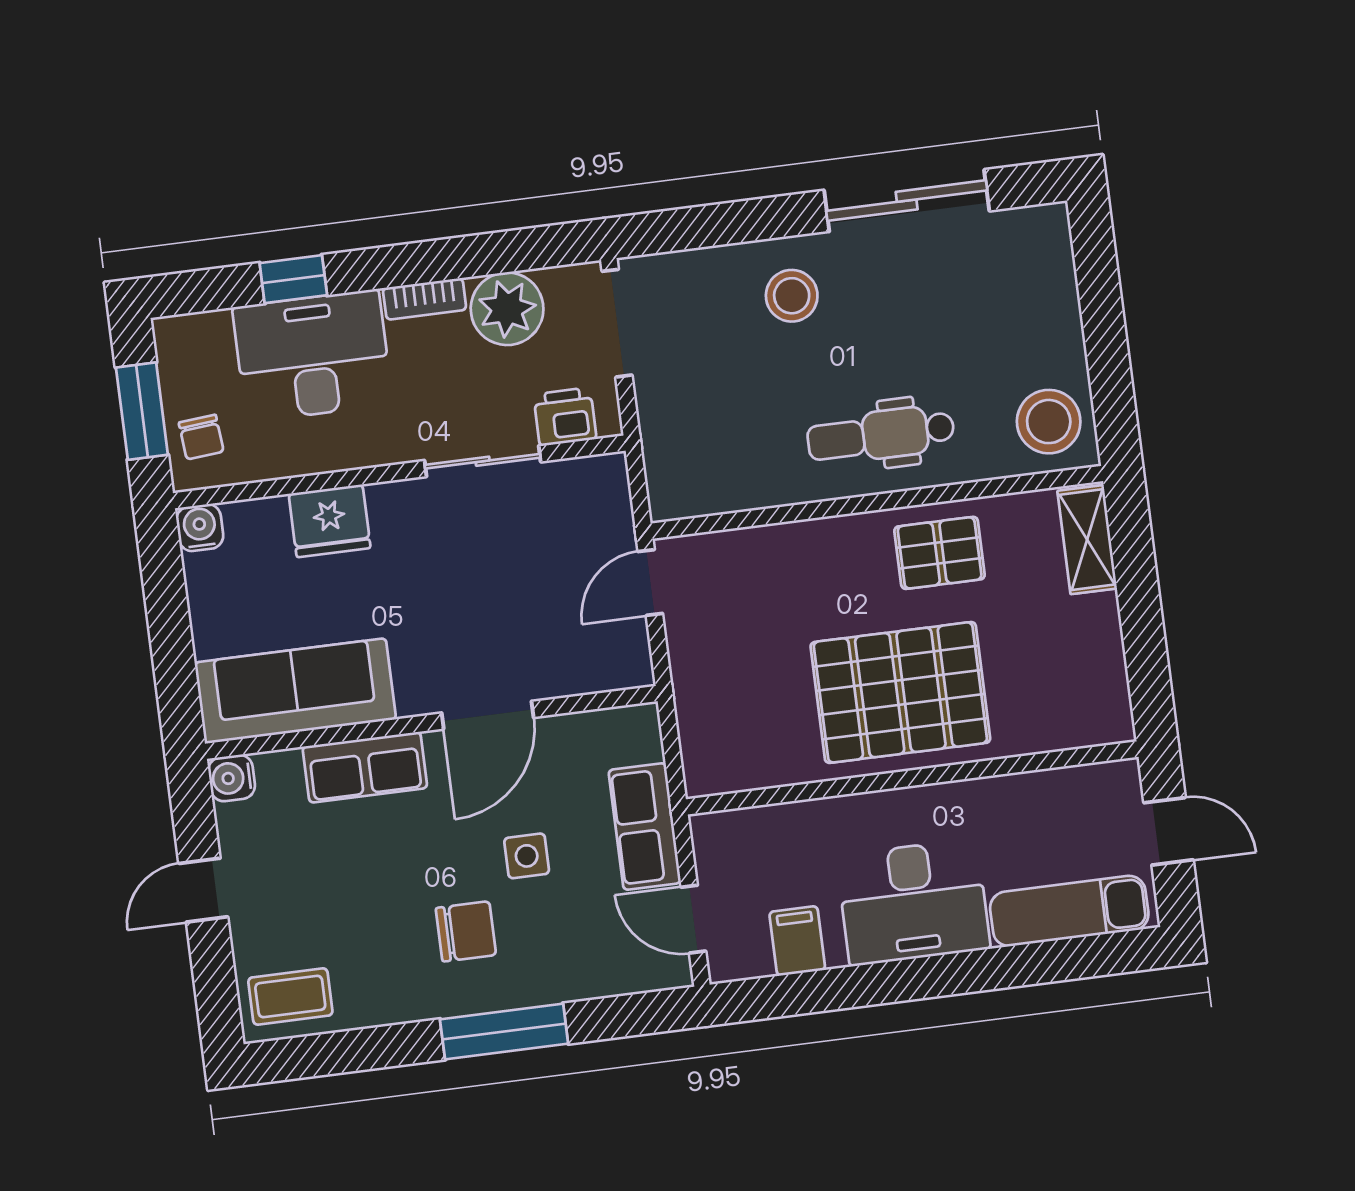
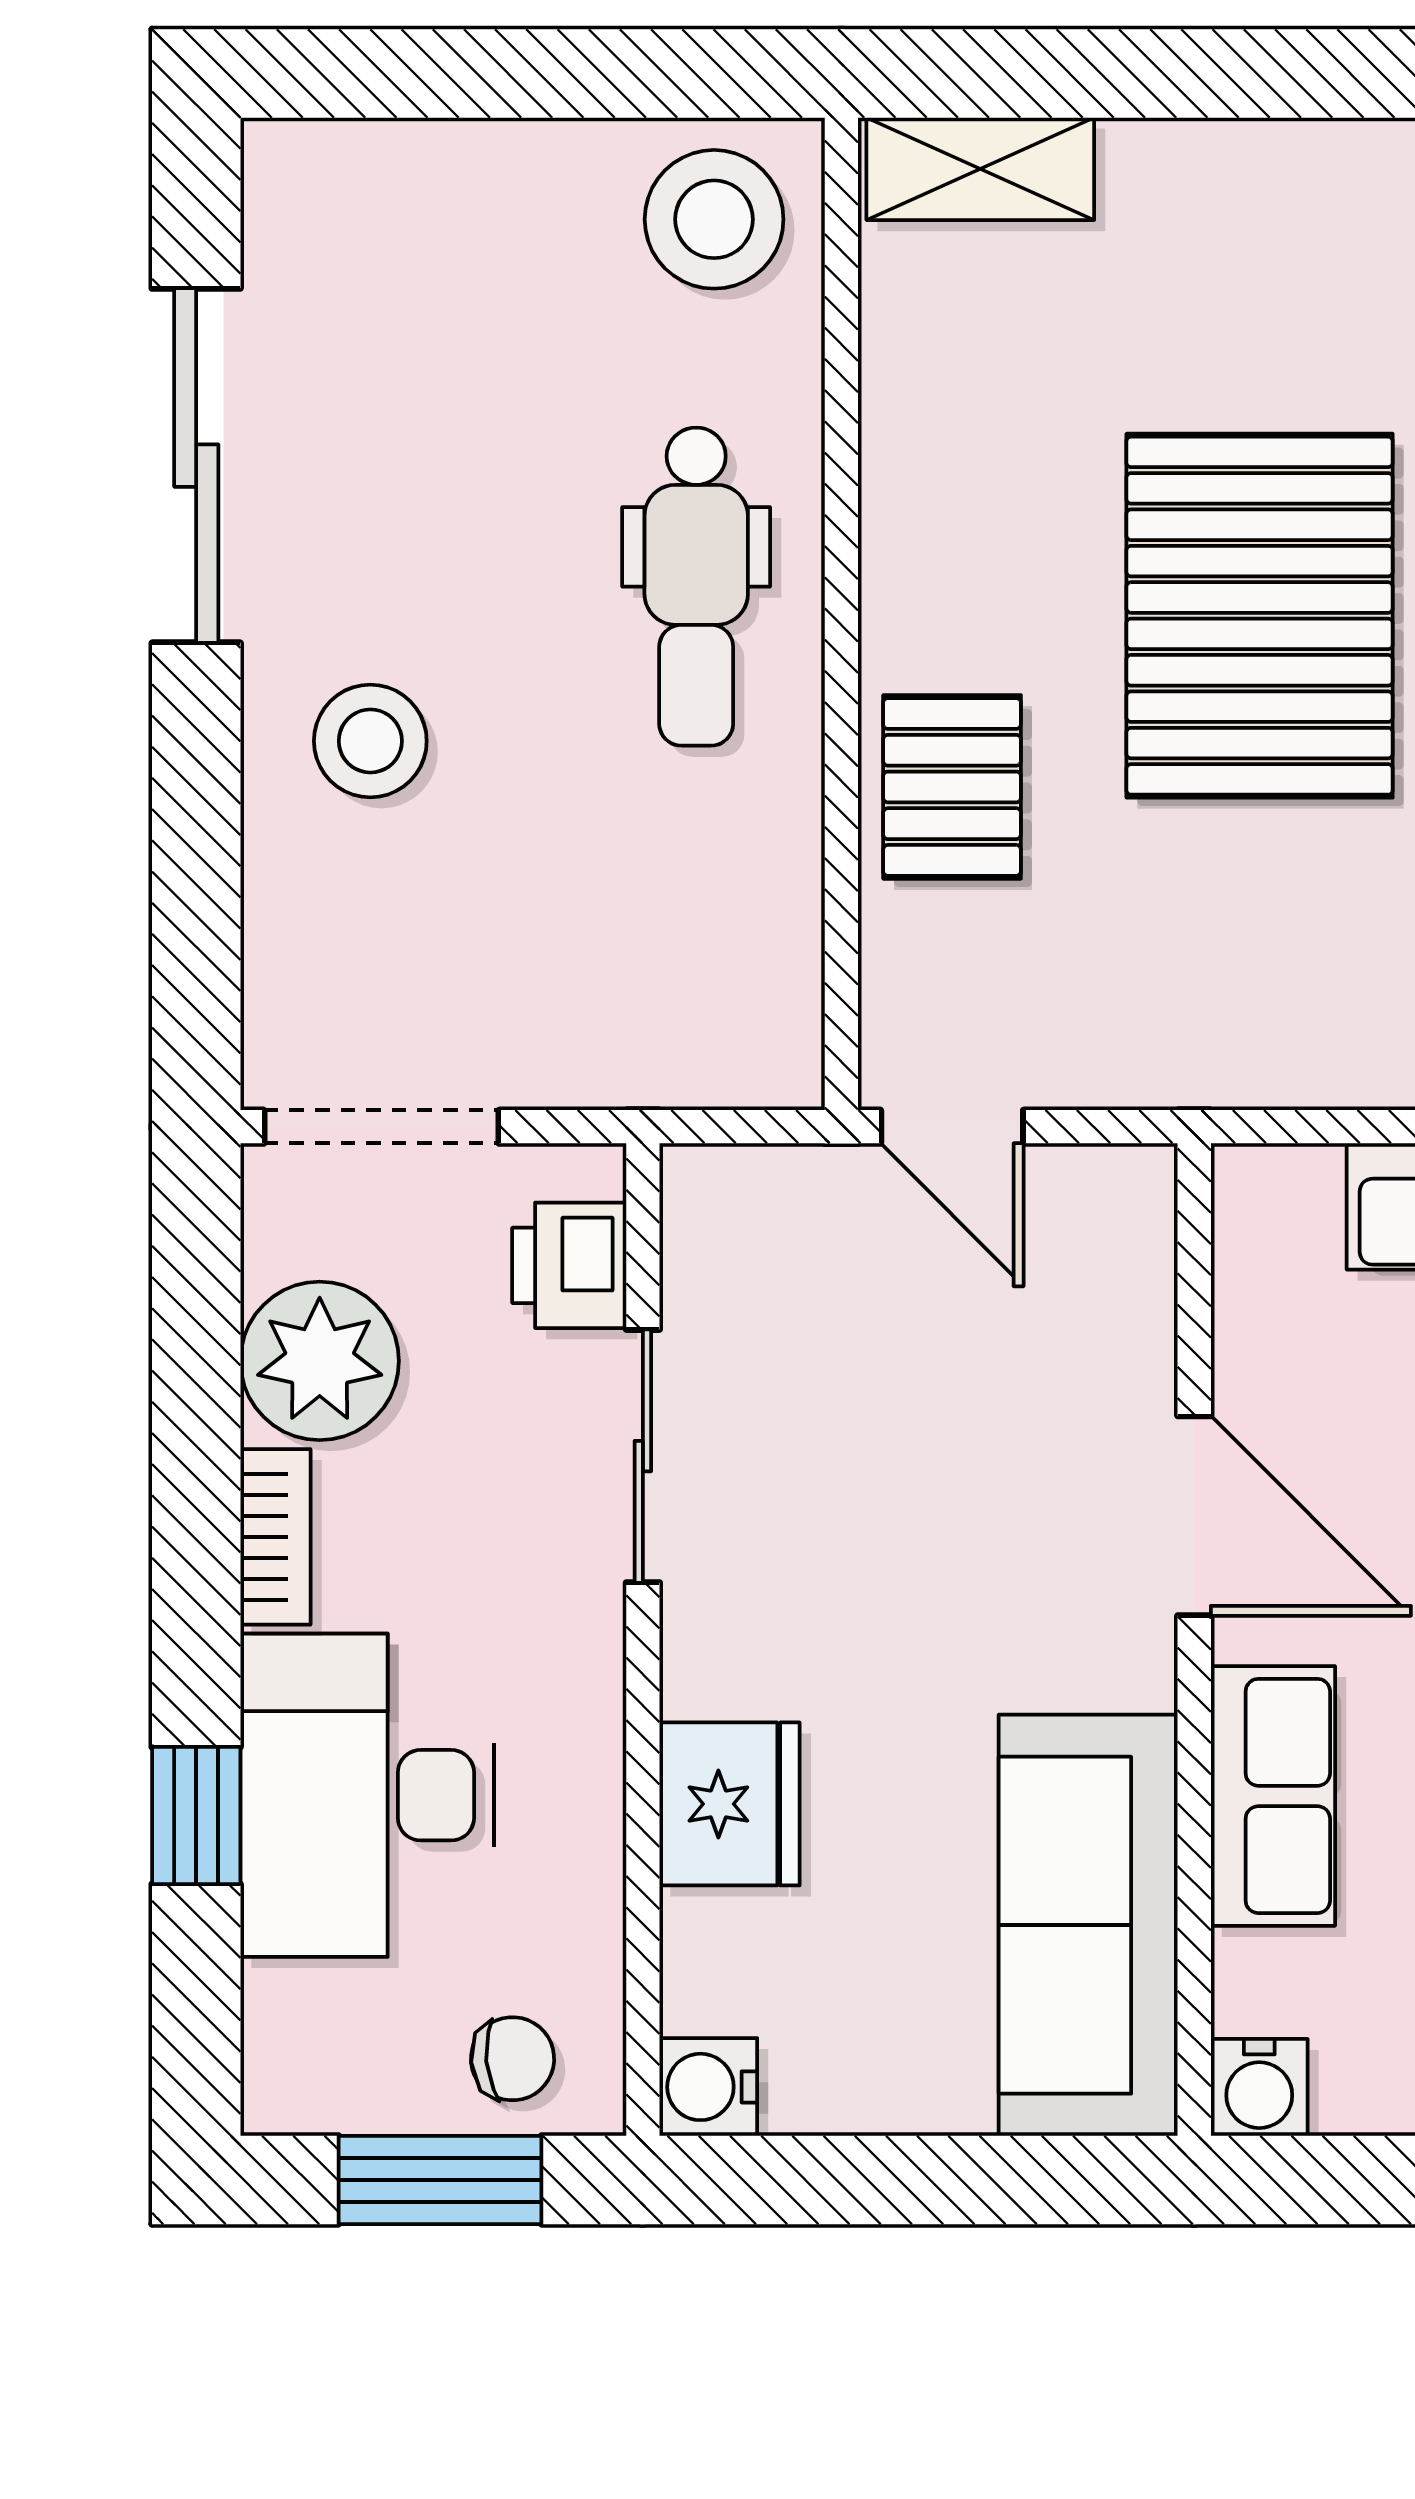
pallet: (940, 553) -> (952, 787), moved

